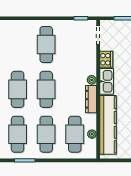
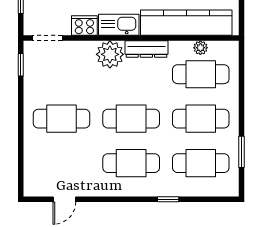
plant: (92, 80) -> (110, 54), width x1.88, depth x1.88

